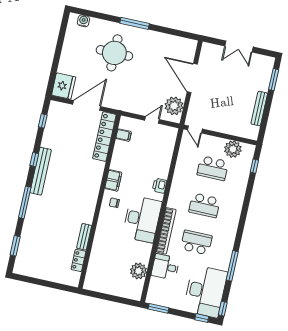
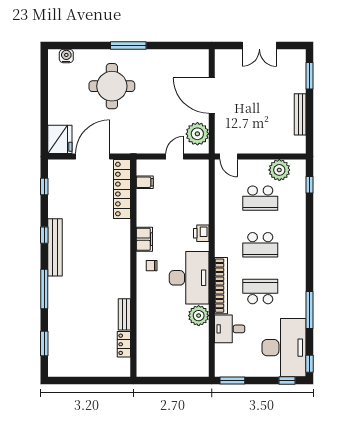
plant: (138, 271) -> (199, 316), moved

